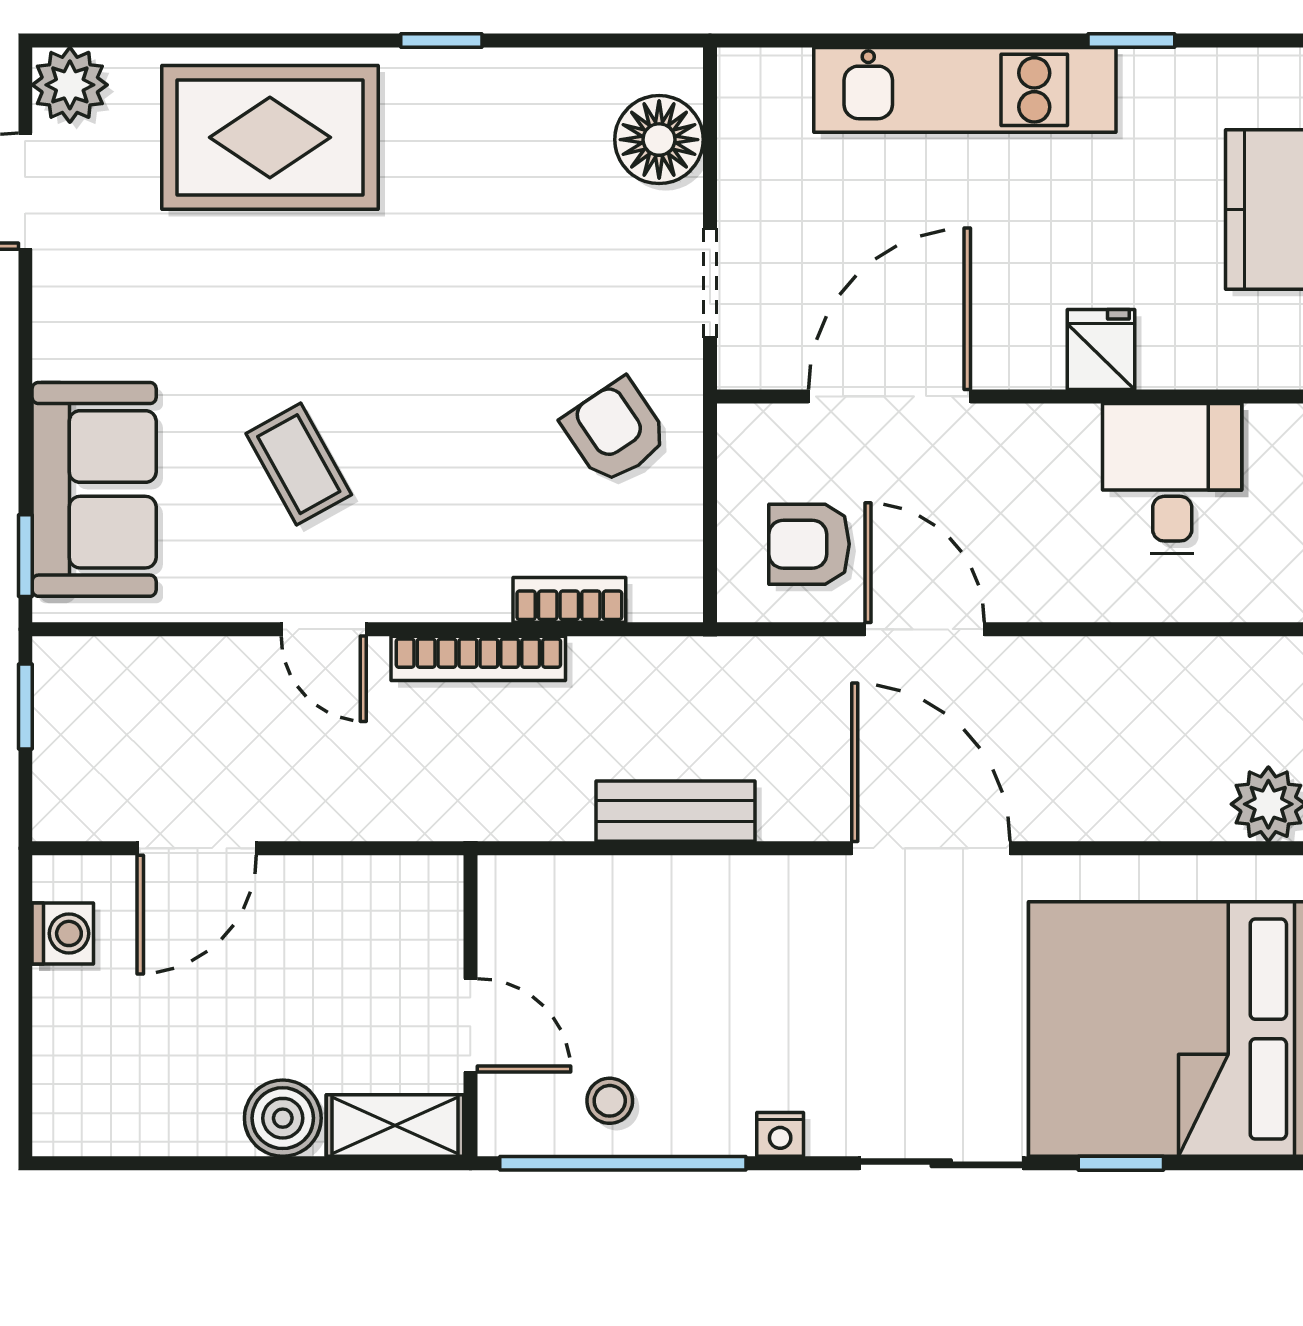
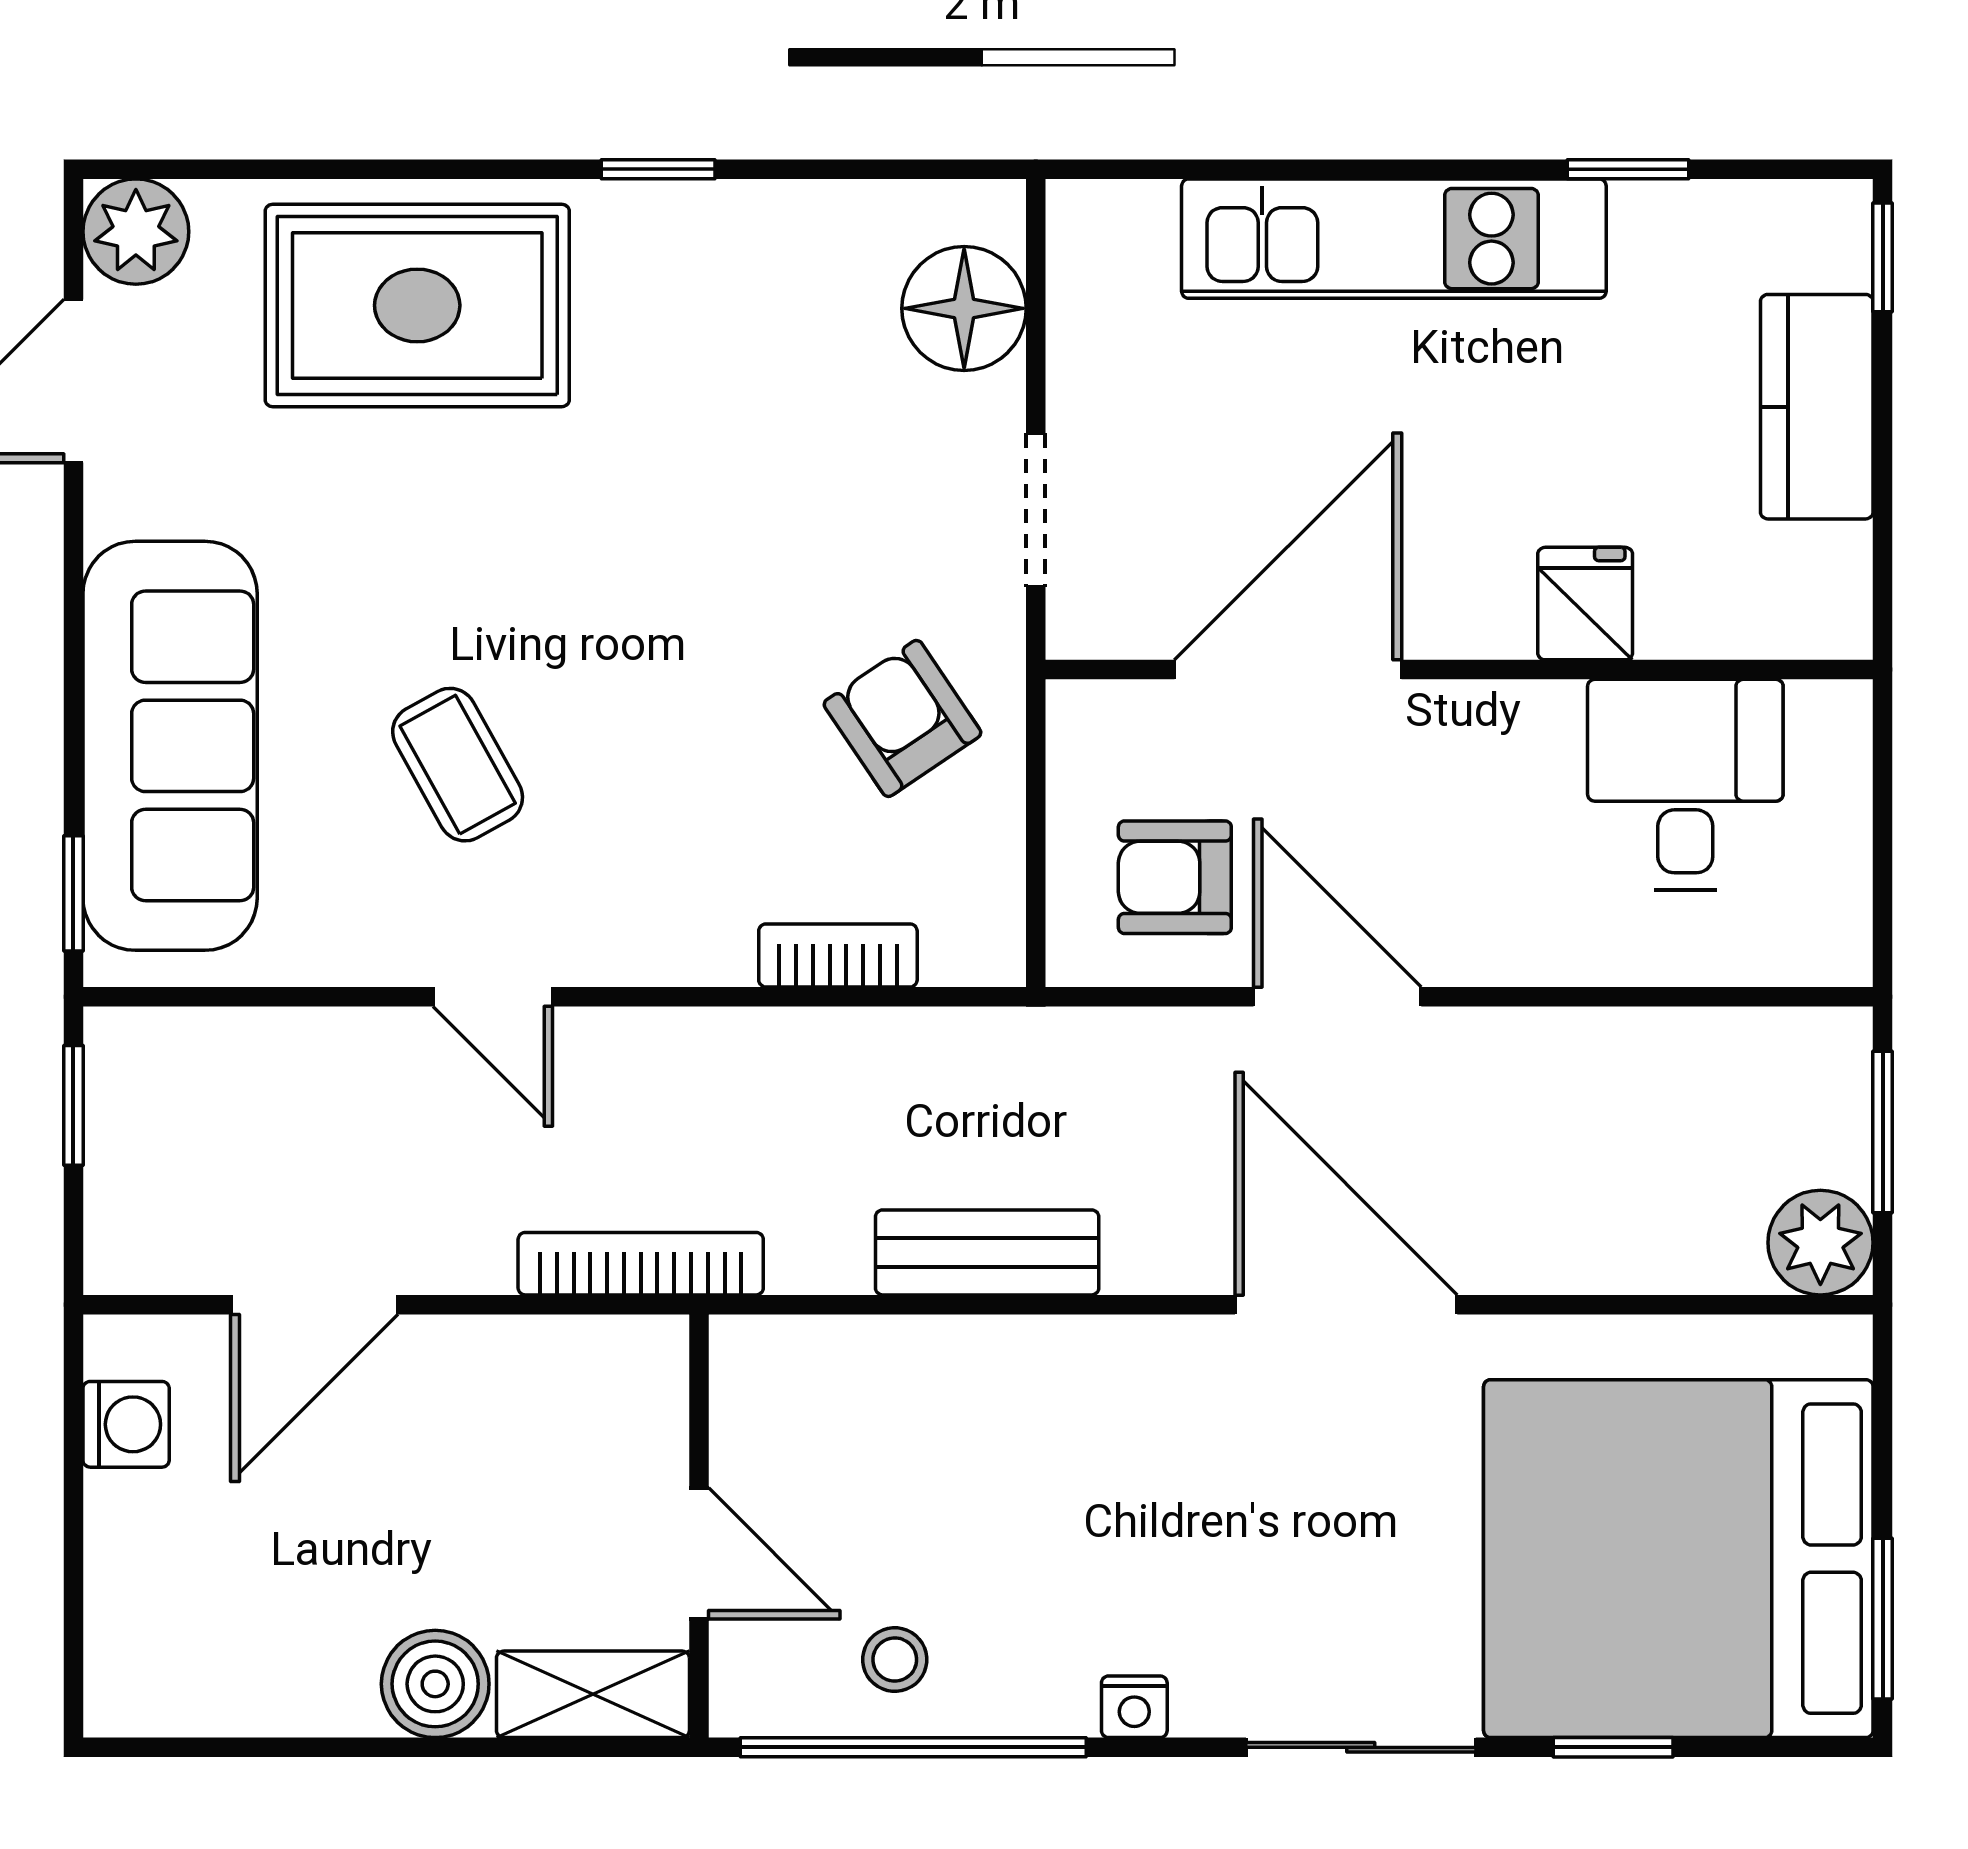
sofa: (94, 489) -> (170, 746), width x1.36
bookcase: (478, 658) -> (641, 1264), moved, turned 180

